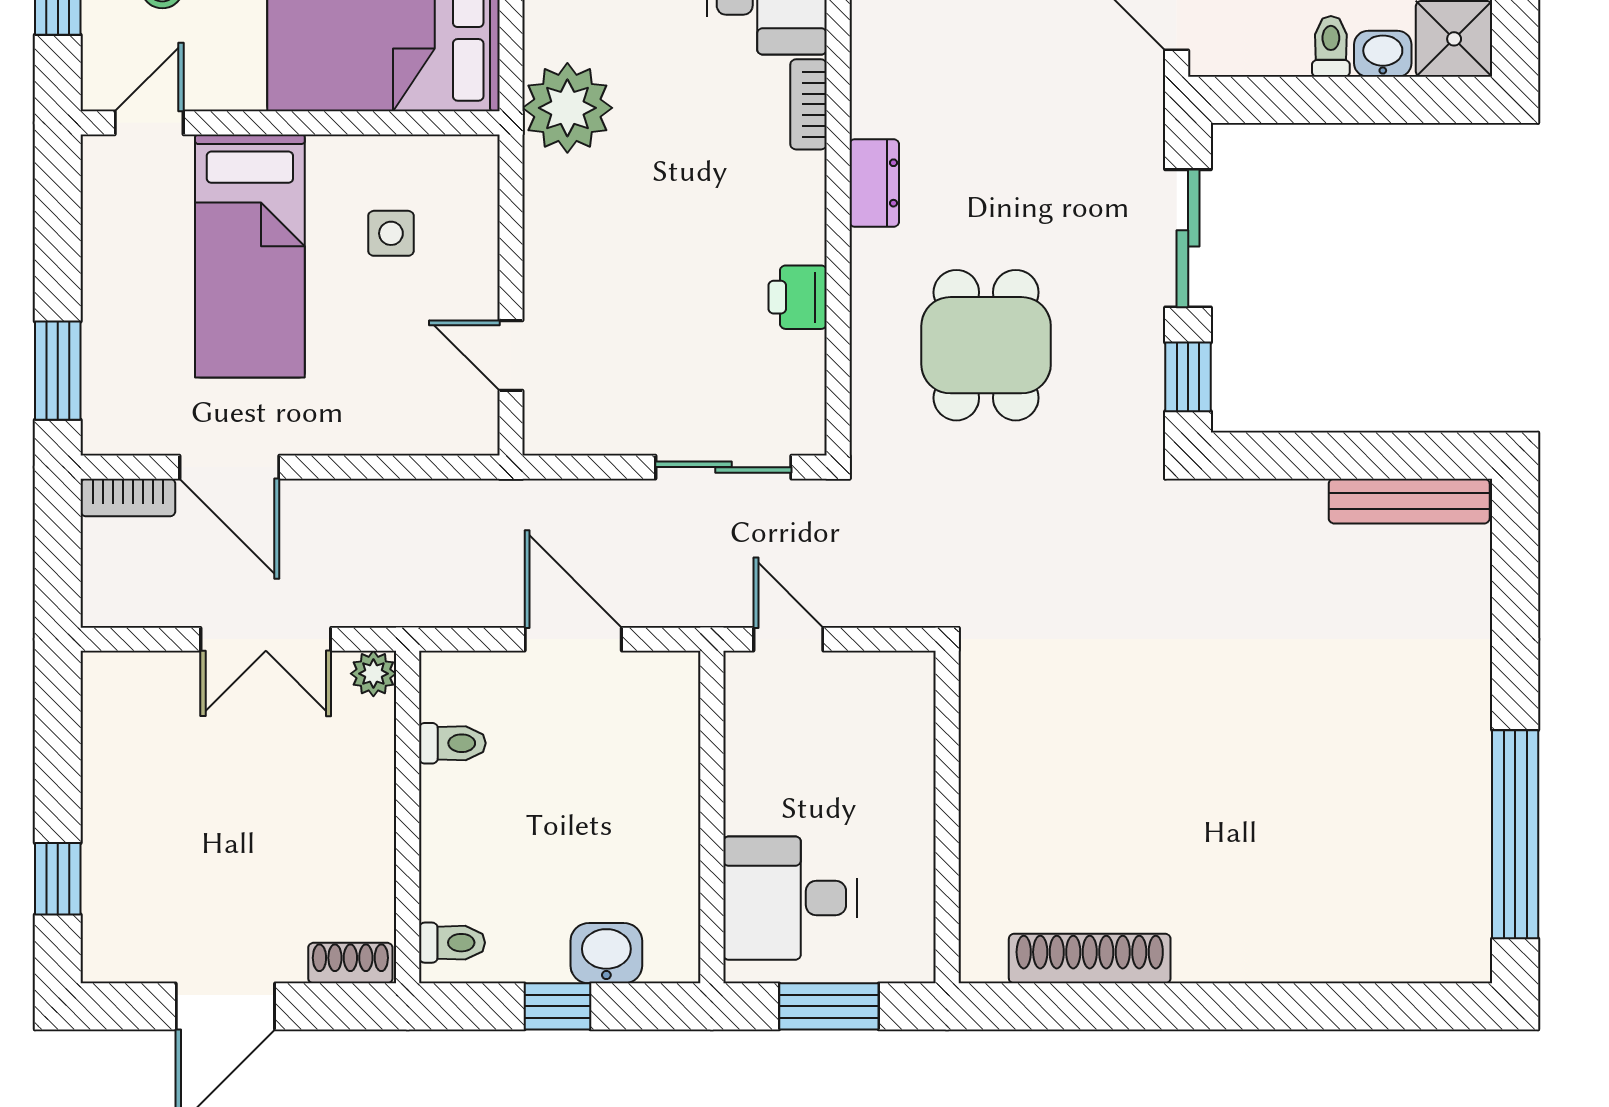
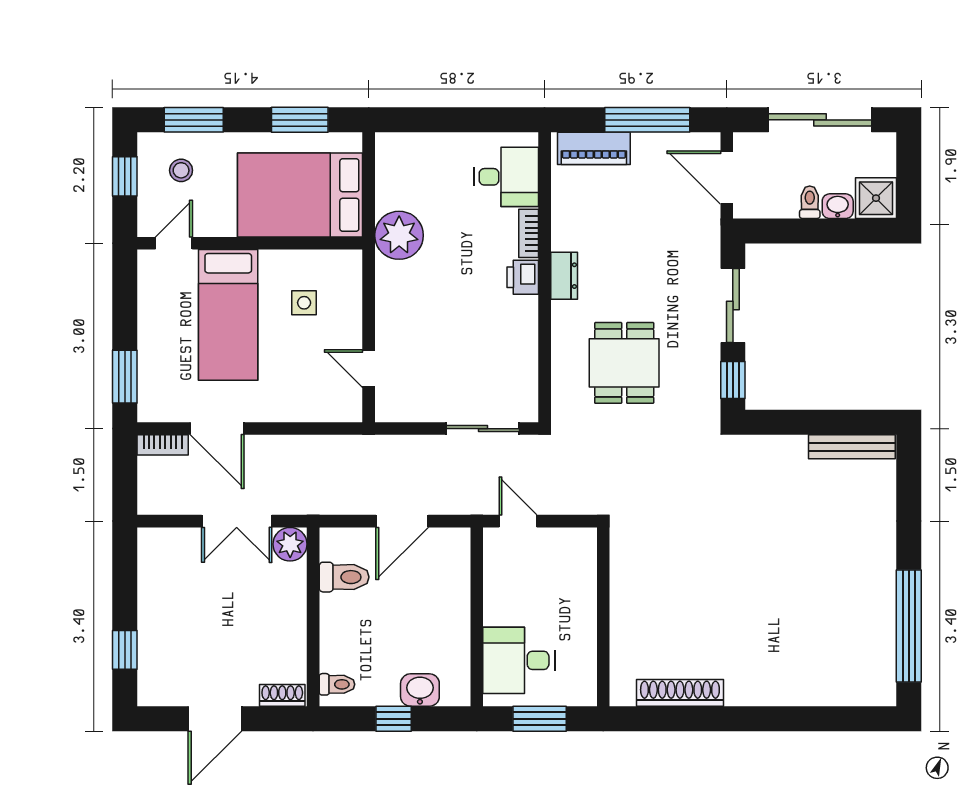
printer: (798, 297) -> (523, 277), moved
door: (573, 639) -> (402, 521), swing flipped
plant: (373, 674) -> (290, 544), width x1.38, depth x1.38
toilet: (452, 743) -> (344, 577), width x1.37, depth x1.39

